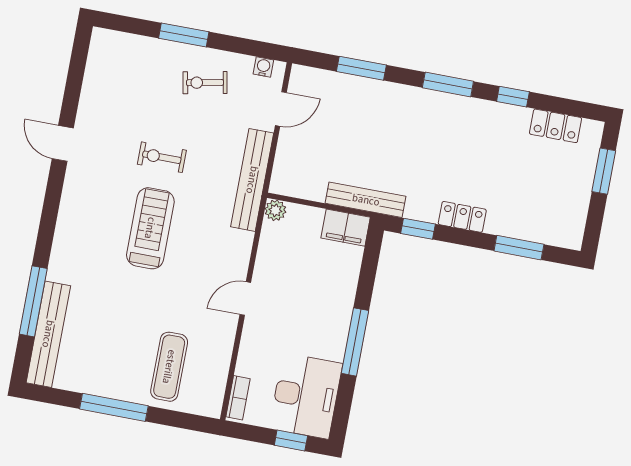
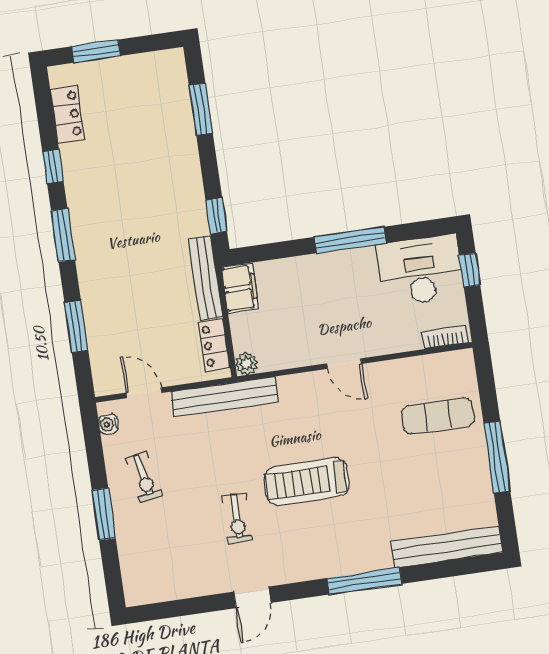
exercise bike: (162, 157) -> (237, 518), moved
locker: (462, 217) -> (214, 345), moved
window: (33, 301) -> (365, 581), moved

